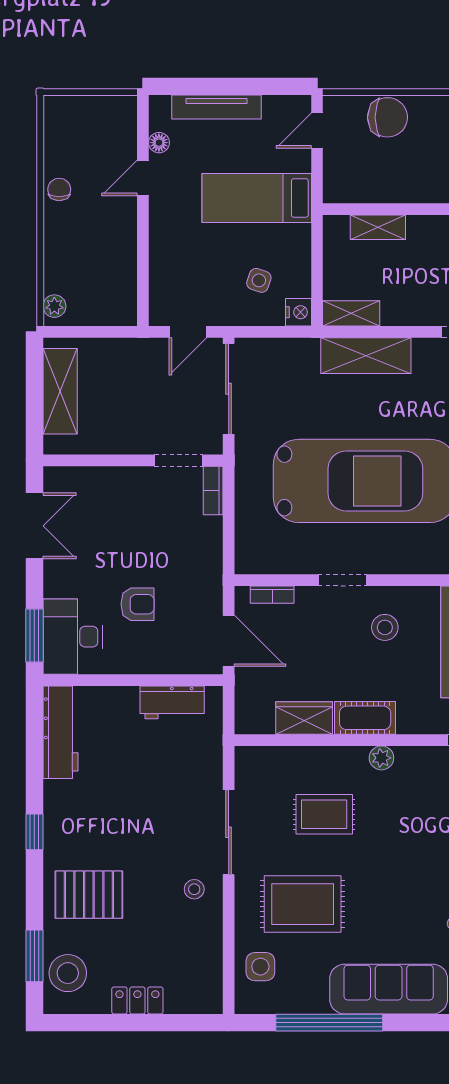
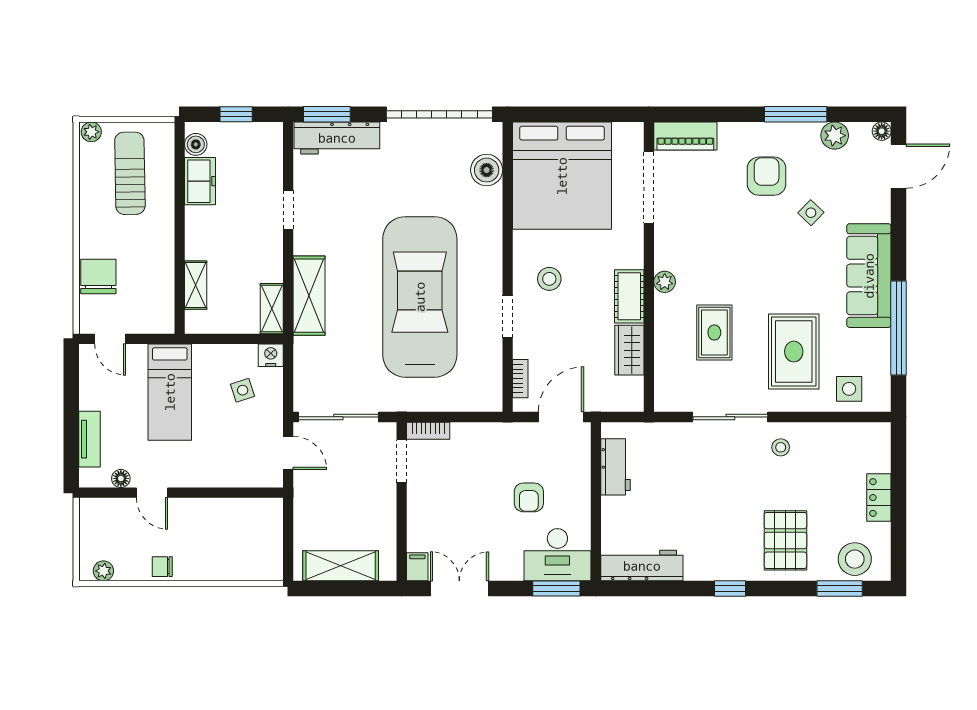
tv unit: (216, 107) -> (89, 439), width x0.71
side table: (259, 280) -> (243, 390), turned -36
plant: (54, 306) -> (103, 571), moved
filing cabinet: (59, 478) -> (417, 567), added
armchair: (138, 604) -> (529, 497), turned 180

